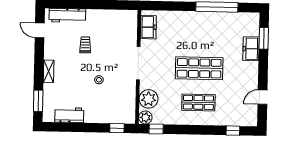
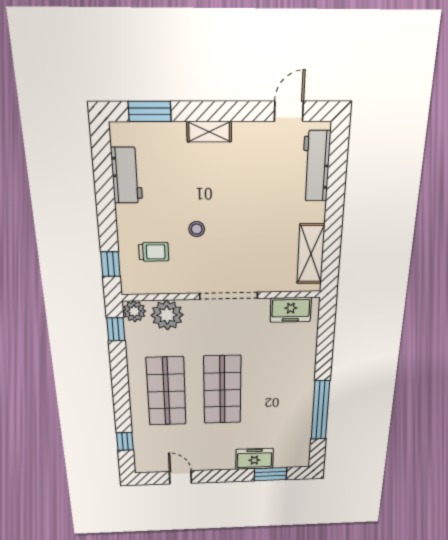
shelving: (115, 16) -> (311, 254), added
trolley: (85, 45) -> (154, 252), moved
shop shelf: (198, 102) -> (166, 391), width x1.43, depth x1.36

